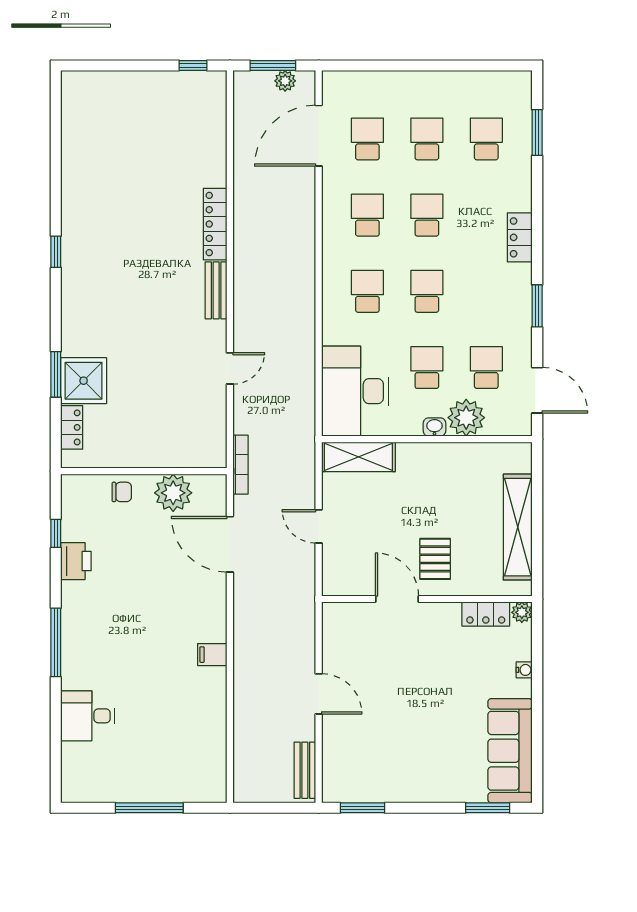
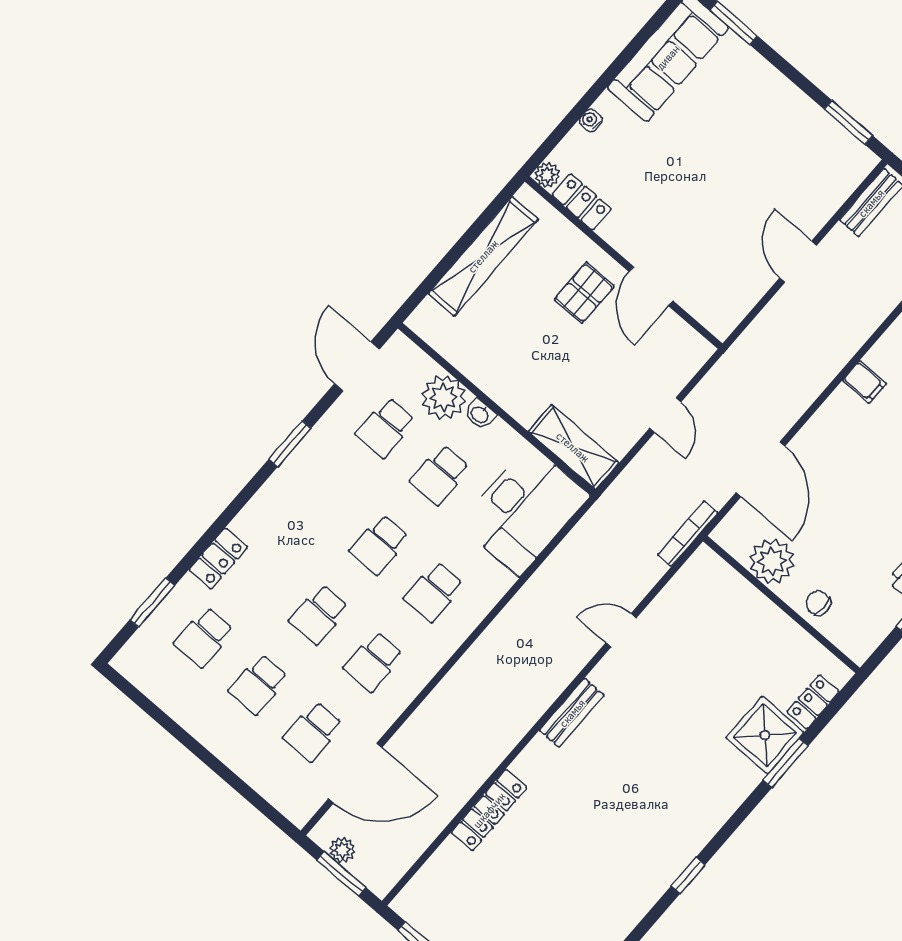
locker: (215, 224) -> (489, 810), moved
locker: (520, 237) -> (218, 559), moved

